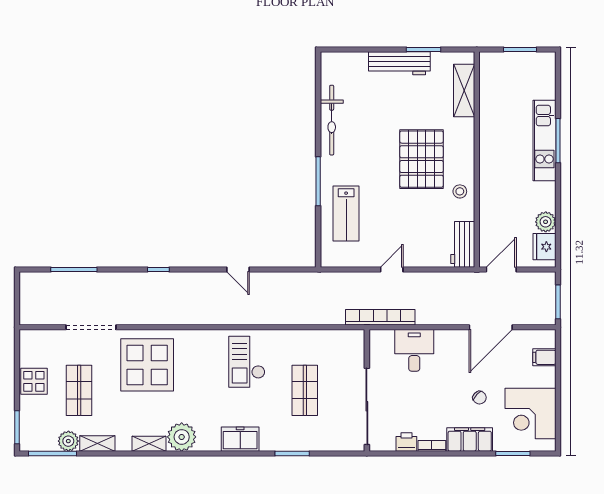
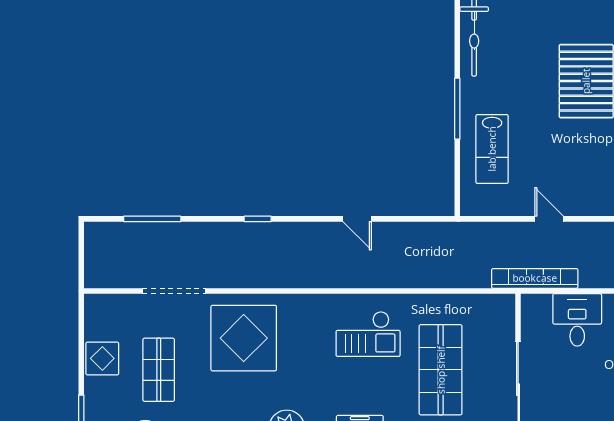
door: (392, 270) -> (549, 219), hinge flipped
checkout: (247, 362) -> (368, 334), turned -90
shop shelf: (305, 390) -> (441, 370), width x1.43, depth x1.36

